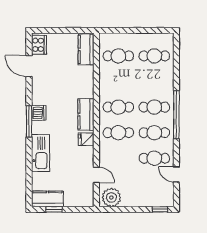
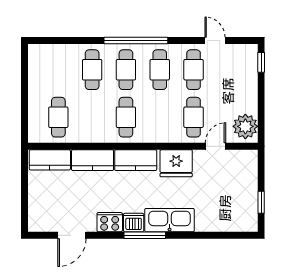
cooker: (39, 45) -> (110, 222), moved
cafe table: (154, 56) -> (92, 70), moved
cafe table: (118, 133) -> (194, 117), moved
fridge: (86, 139) -> (176, 163), width x1.88, depth x1.34
kitchen sink: (41, 153) -> (170, 220), moved
door: (176, 174) -> (215, 41), swing flipped
kitchen counter: (47, 199) -> (93, 160), moved, turned -90

